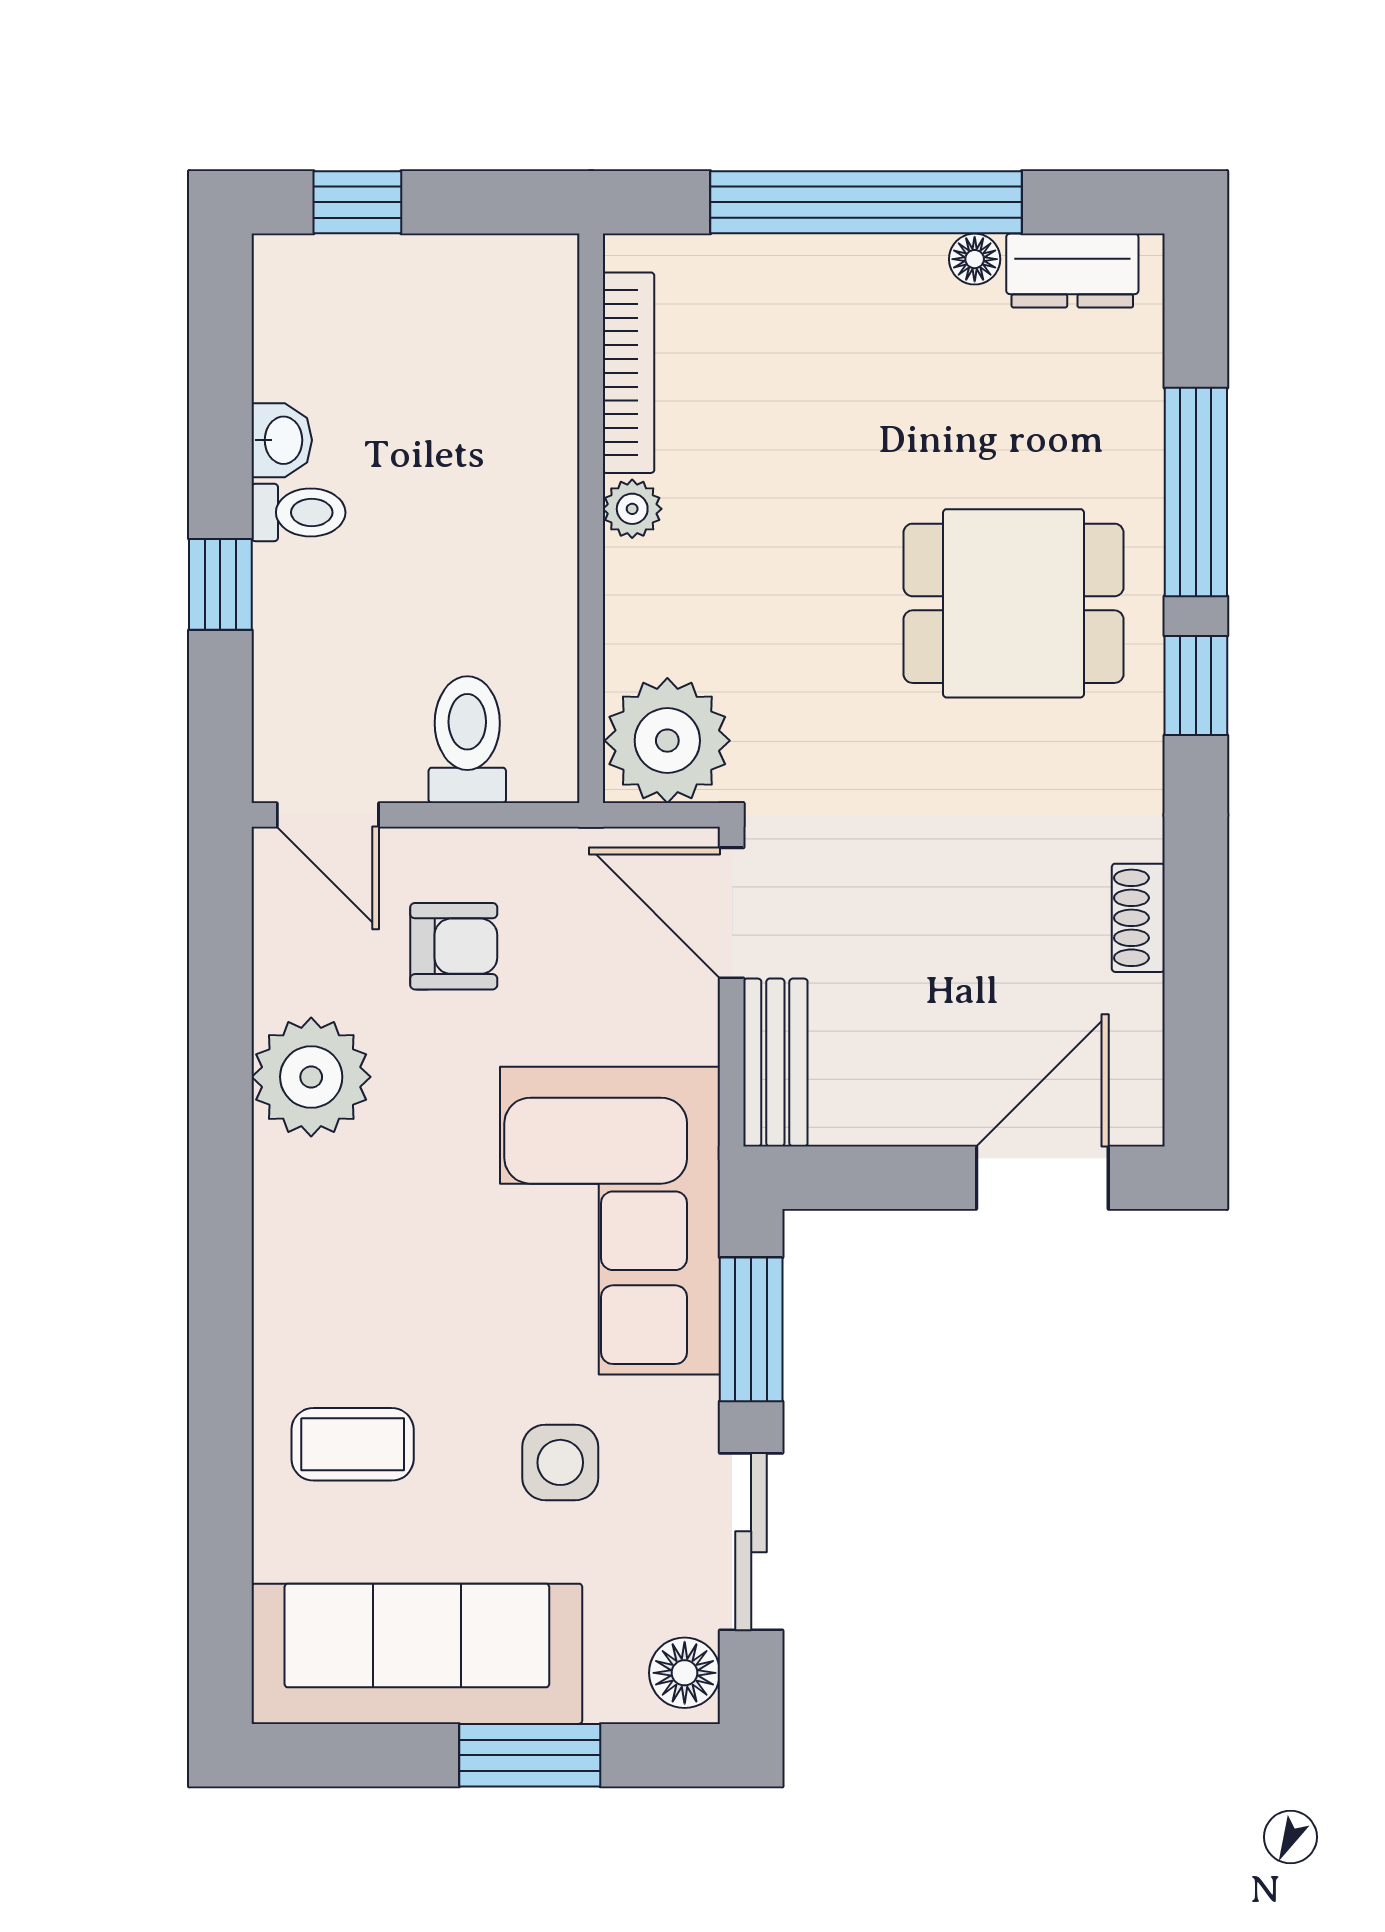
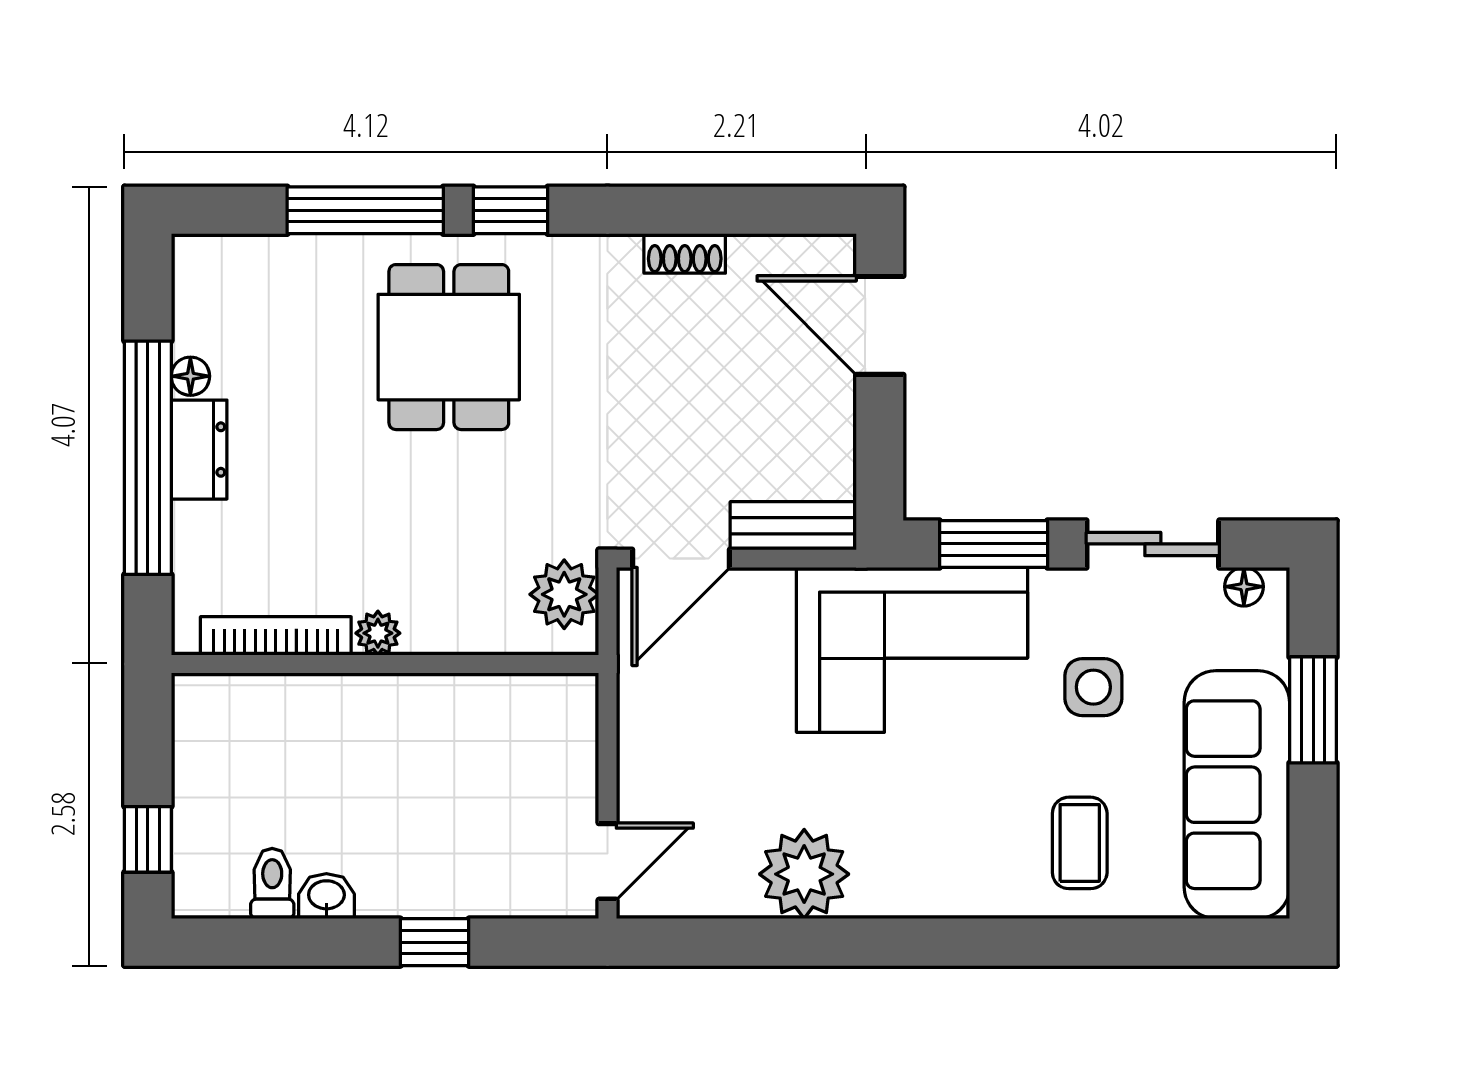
dresser: (1072, 271) -> (199, 450), moved
toilet: (299, 512) -> (272, 884), moved
toilet: (467, 740) -> (551, 757), removed
plant: (667, 741) -> (564, 594), width x0.73, depth x0.73
armchair: (454, 946) -> (706, 767), removed
floor lamp: (685, 1673) -> (1244, 587), width x0.73, depth x0.73

